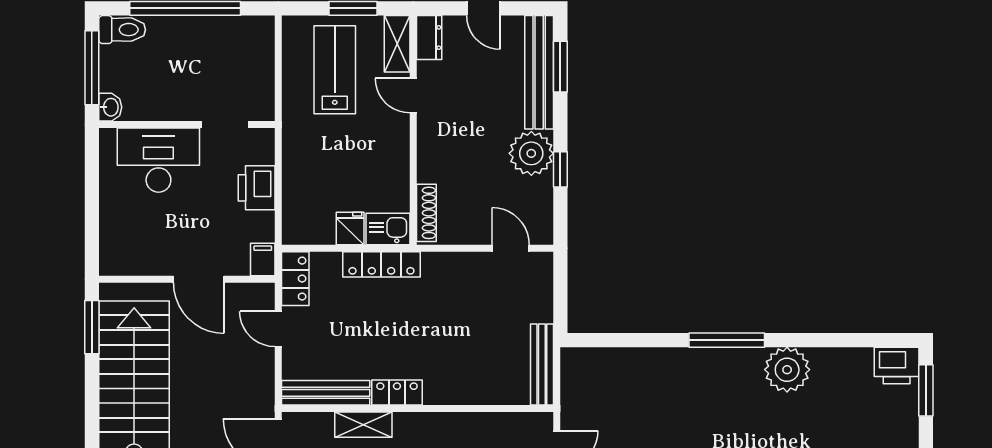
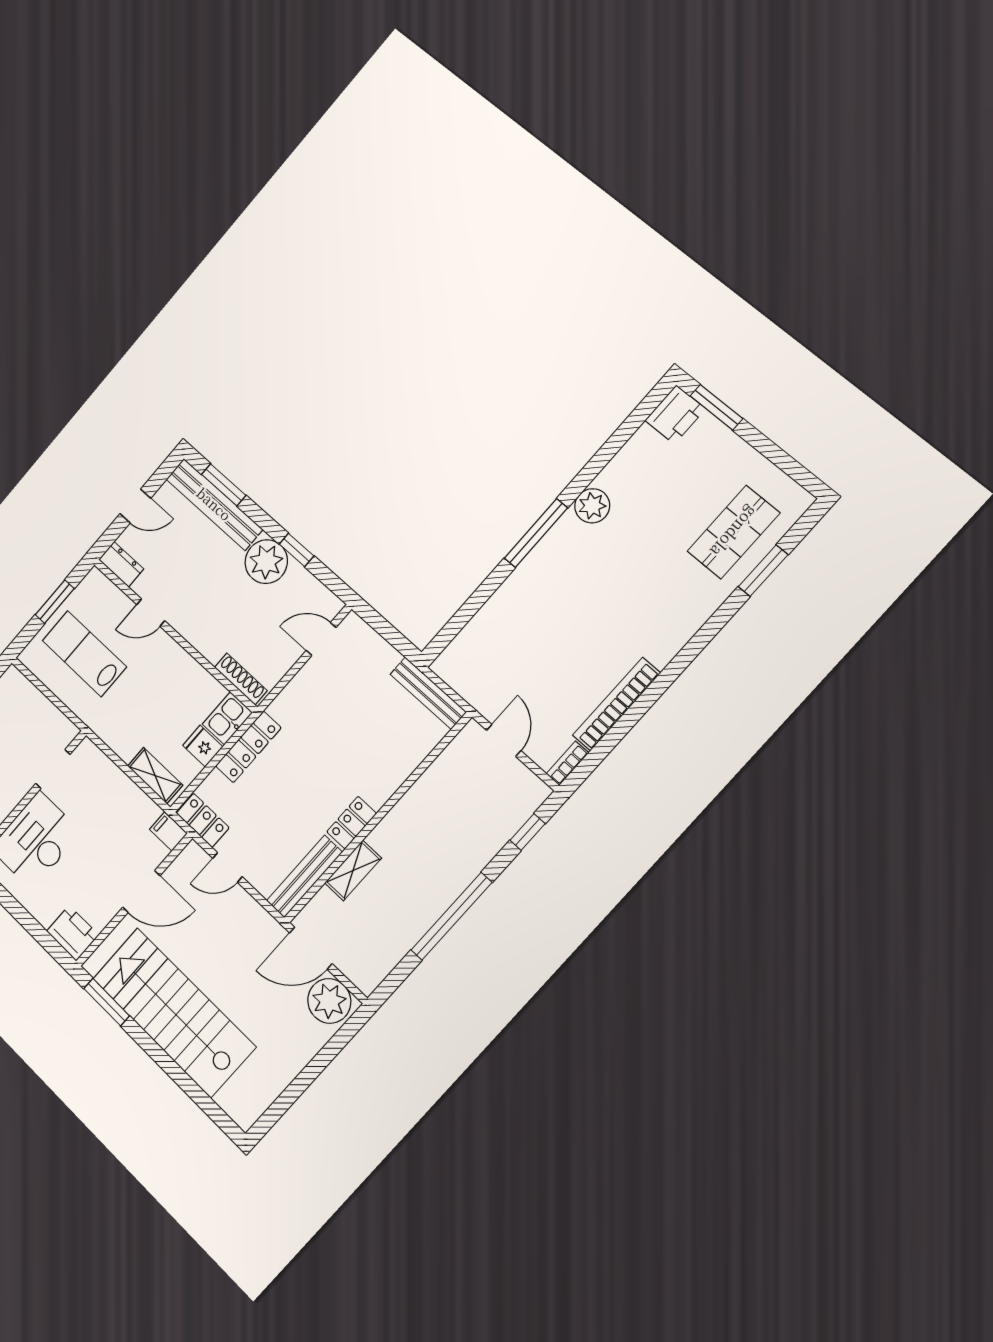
shelving: (397, 44) -> (155, 775), moved
printer: (257, 188) -> (73, 933), moved, turned 180
plant: (787, 370) -> (592, 506), width x0.73, depth x0.73

